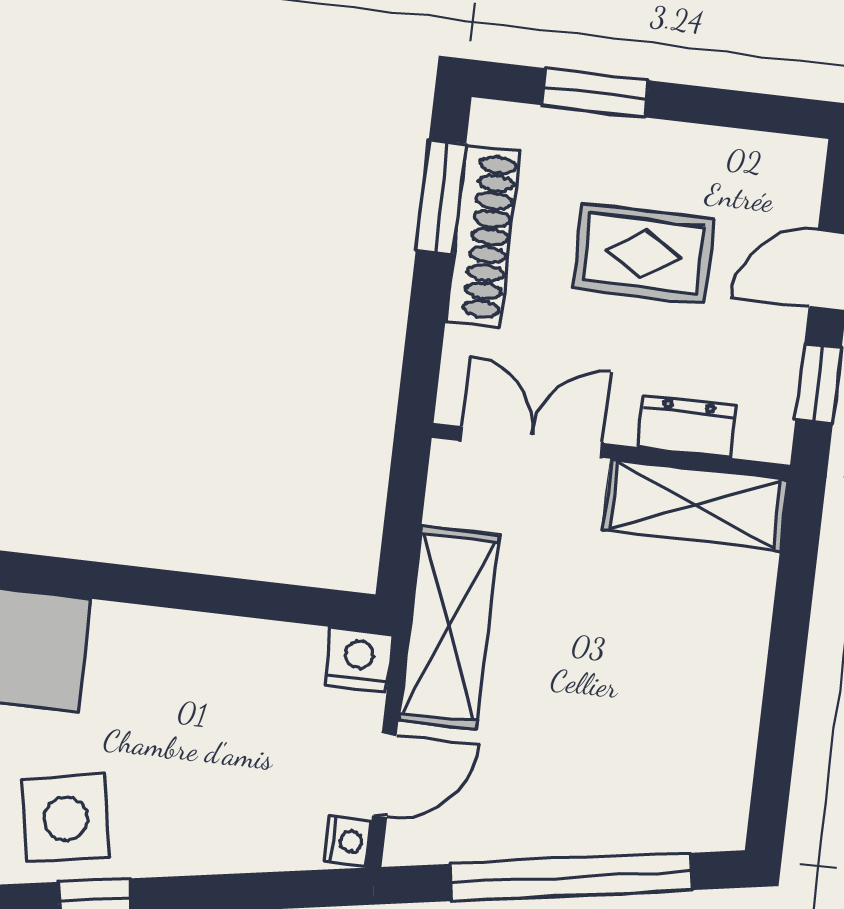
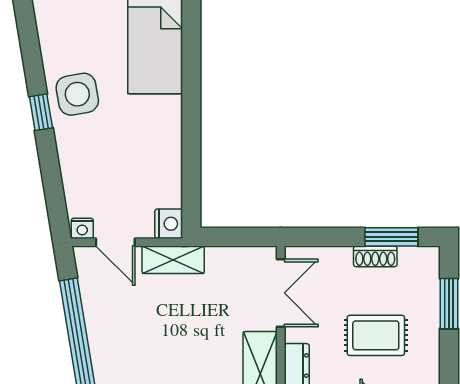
shoe rack: (483, 236) -> (375, 256), width x0.51, depth x0.81
rug: (643, 254) -> (376, 335), turned 90
shelving: (449, 627) -> (173, 260), width x0.67, depth x0.75

